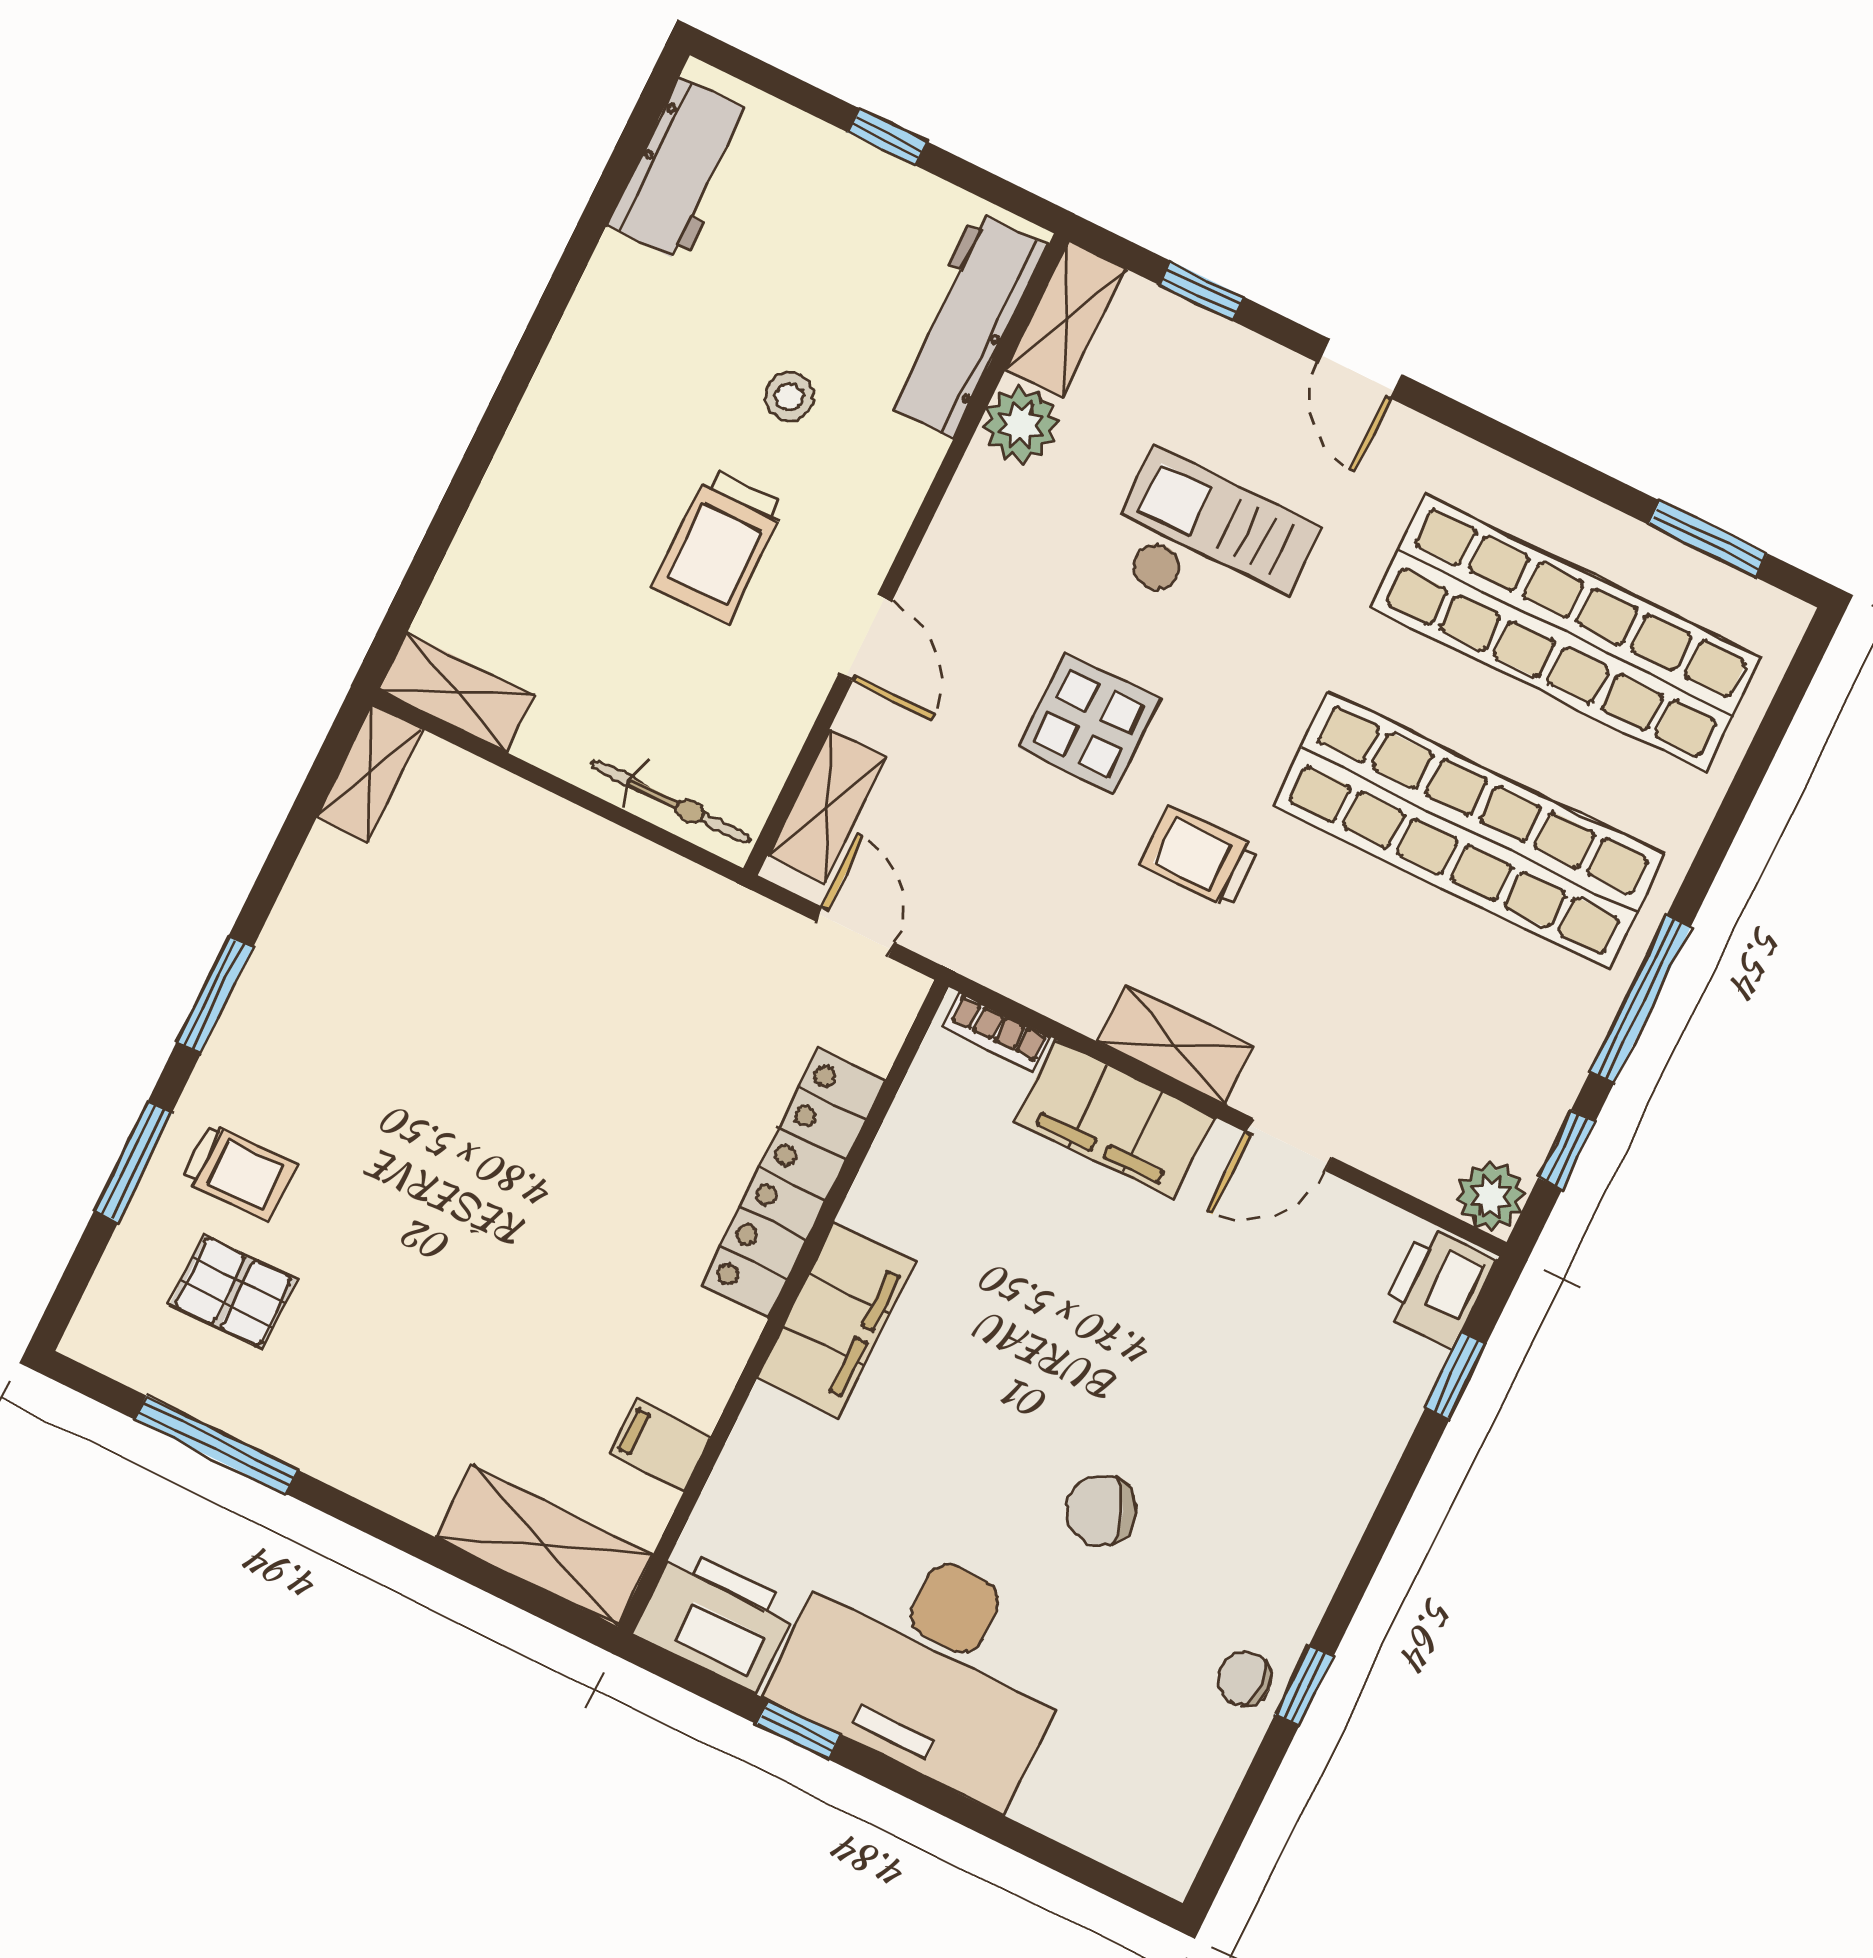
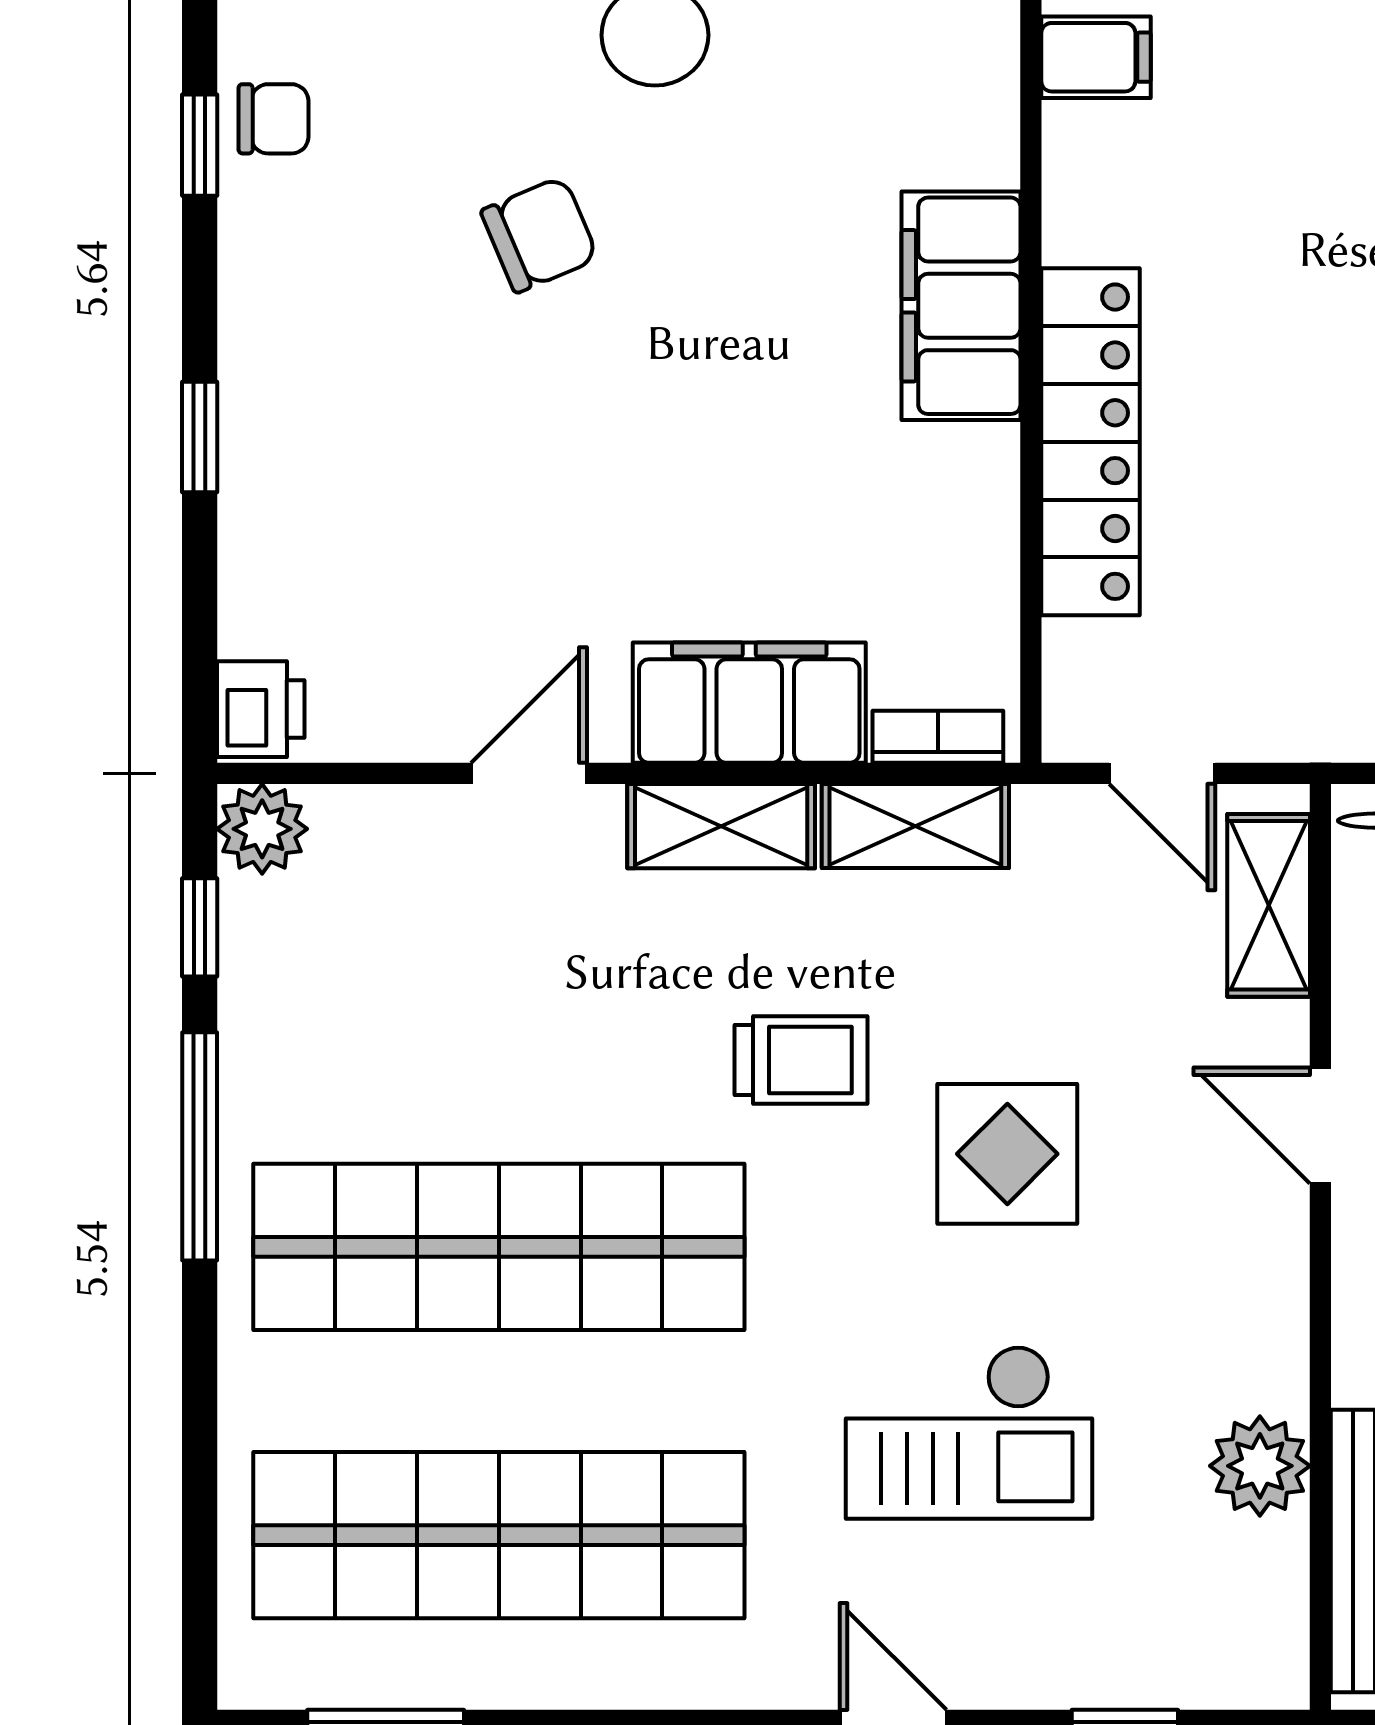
shelving: (1066, 319) -> (915, 826), moved, turned 90
printer: (1438, 1287) -> (261, 709), width x0.73, depth x0.81
window: (1456, 1376) -> (200, 437), moved

